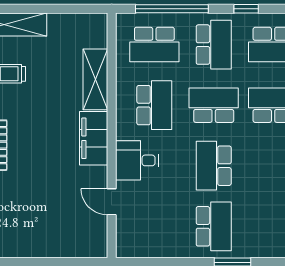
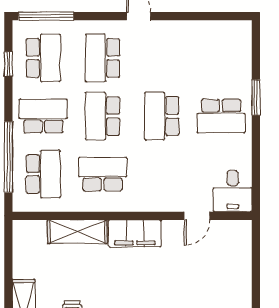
window: (246, 9) -> (8, 64), moved
desk: (137, 160) -> (233, 191), moved
school desk: (214, 166) -> (162, 116), turned 90
school desk: (214, 226) -> (221, 116), turned 180

